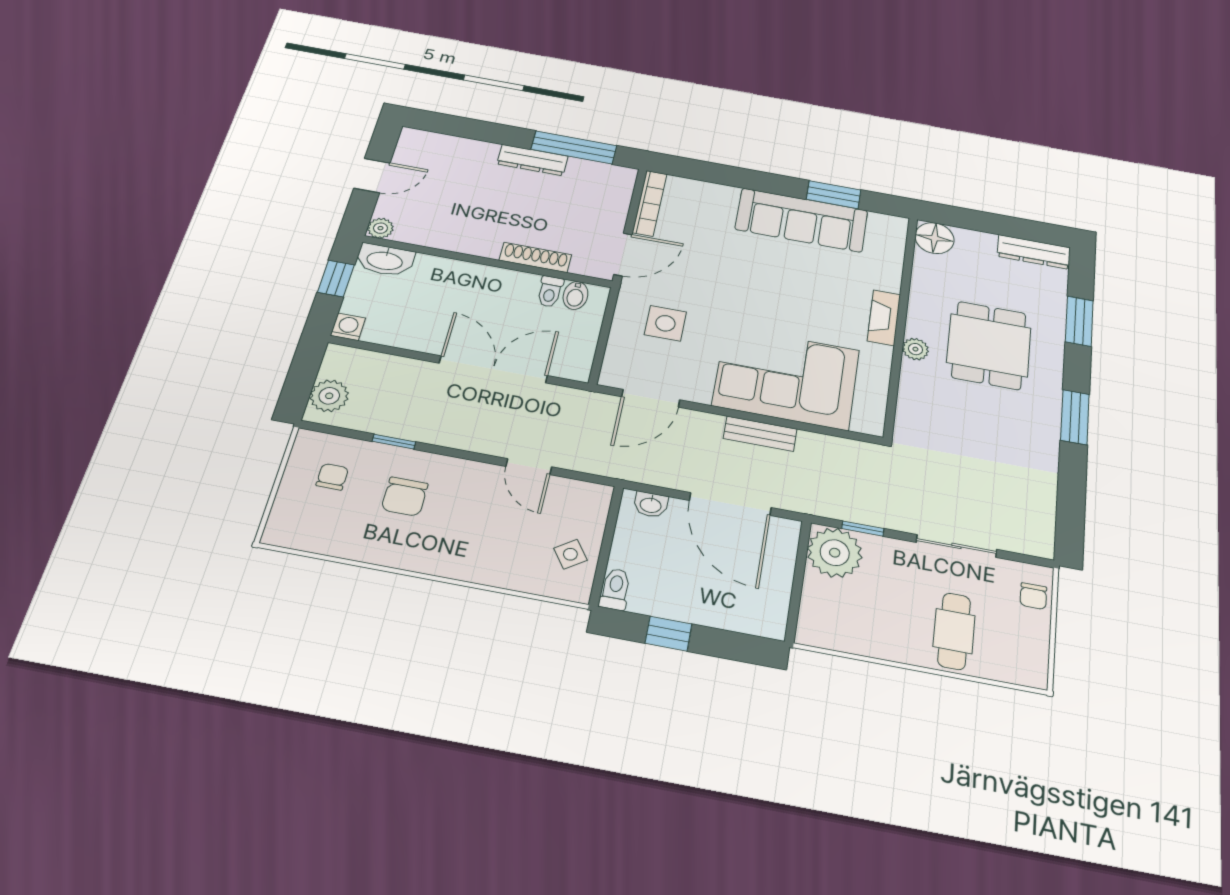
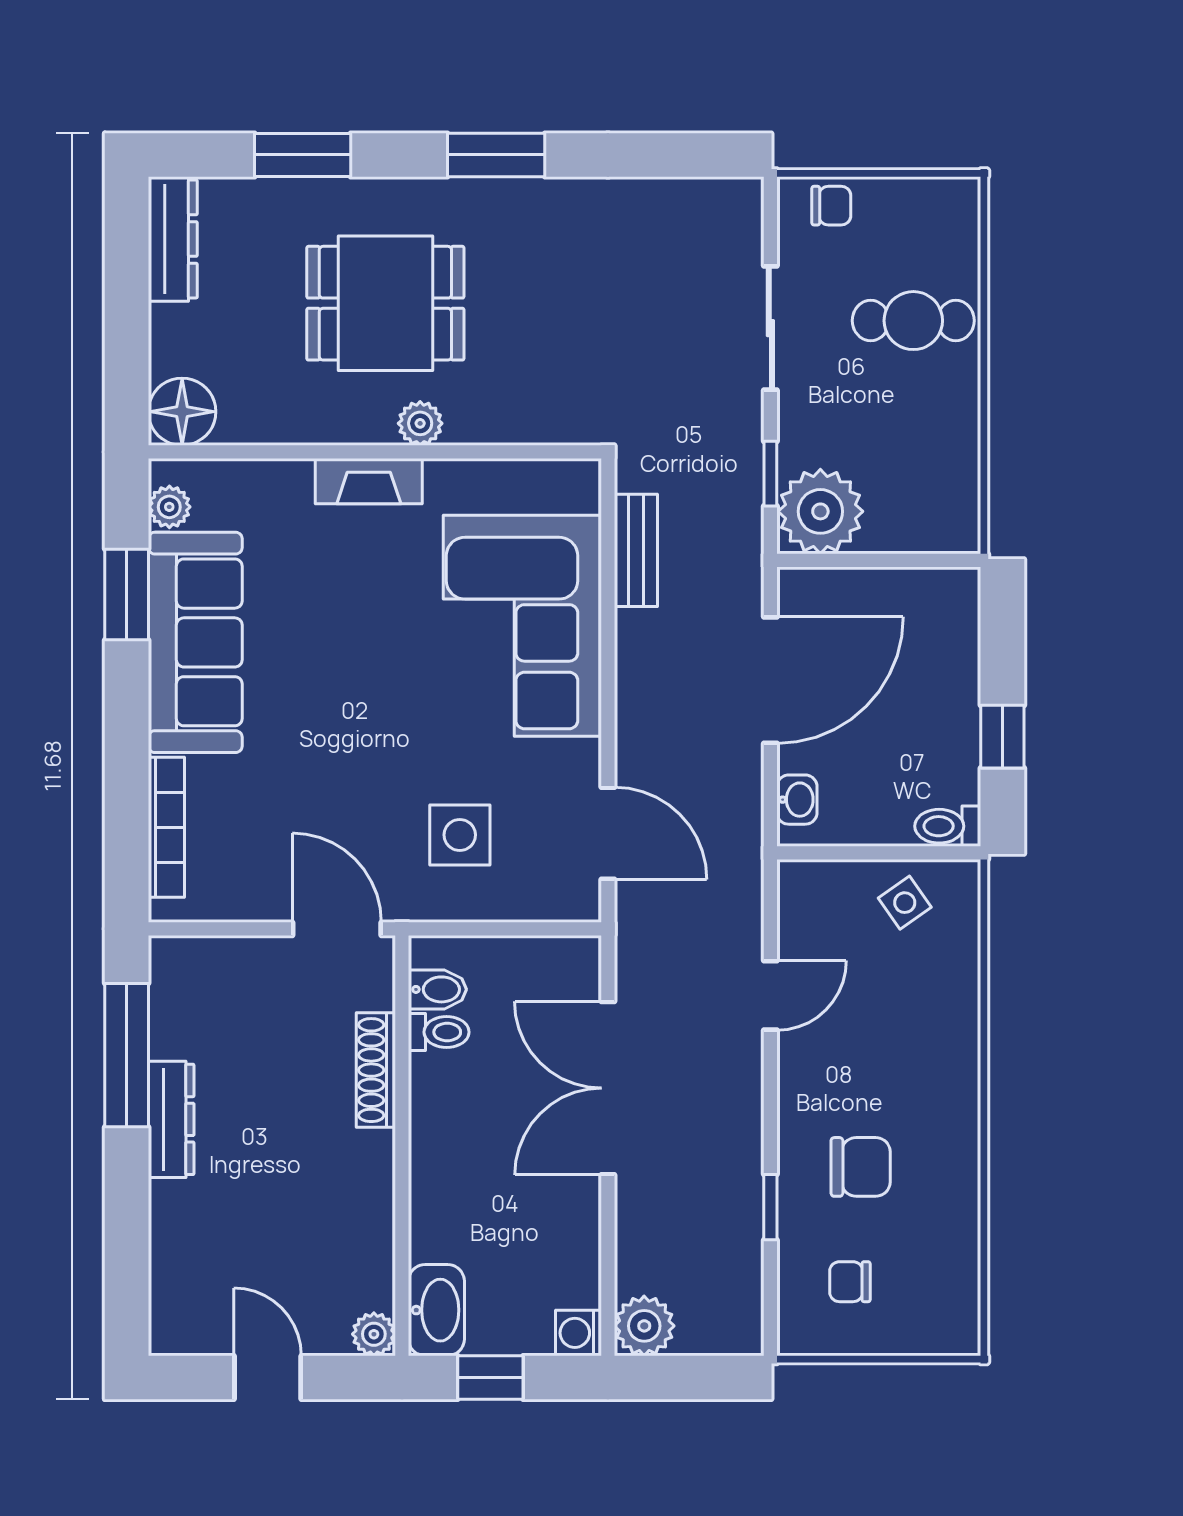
bookcase: (650, 203) -> (166, 827), moved, turned 90
plant: (881, 222) -> (169, 507), added
plant: (329, 396) -> (644, 1326), moved
bench: (760, 434) -> (636, 550), moved

